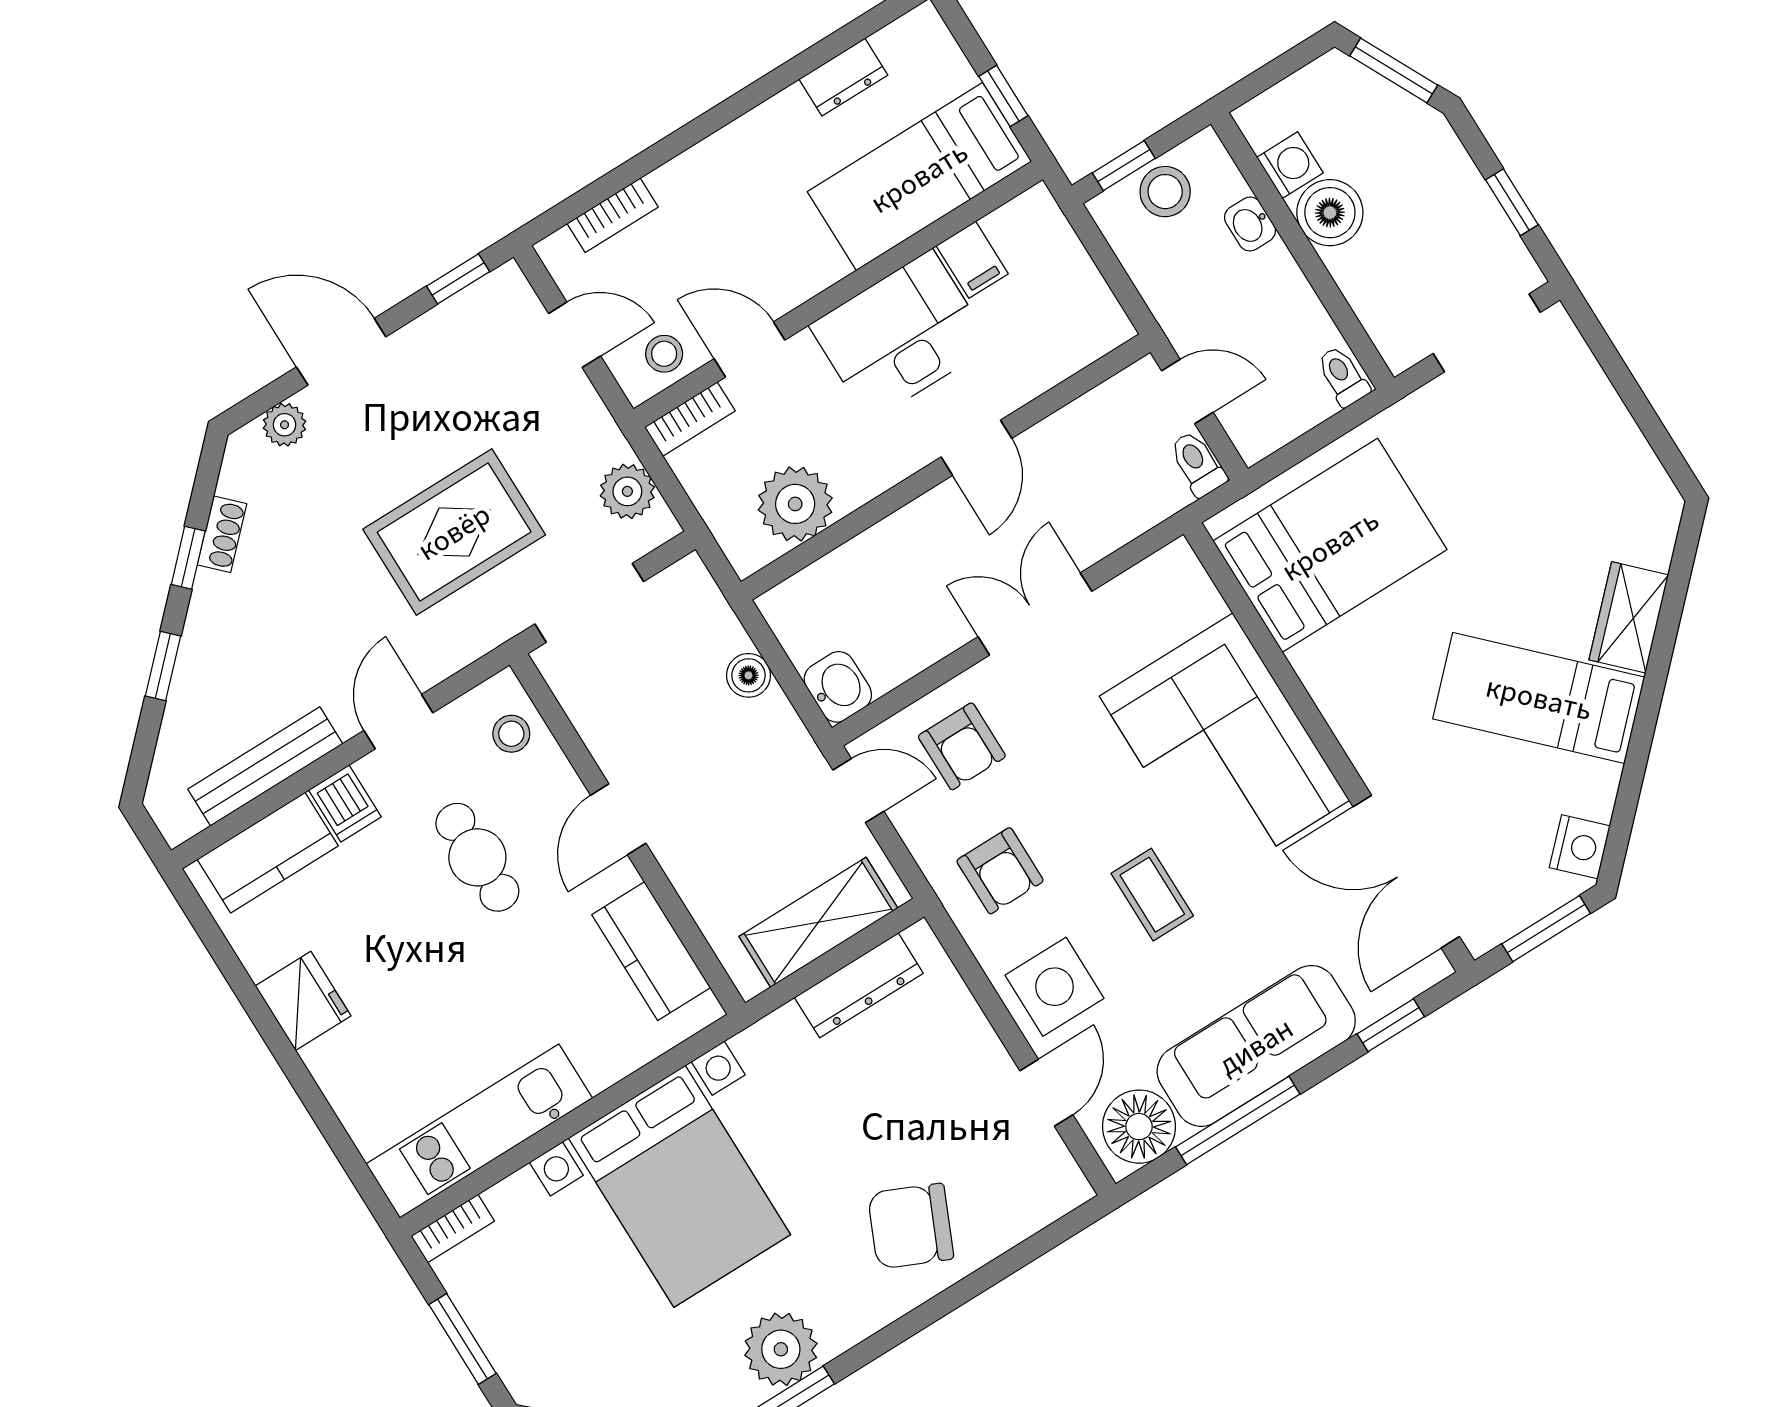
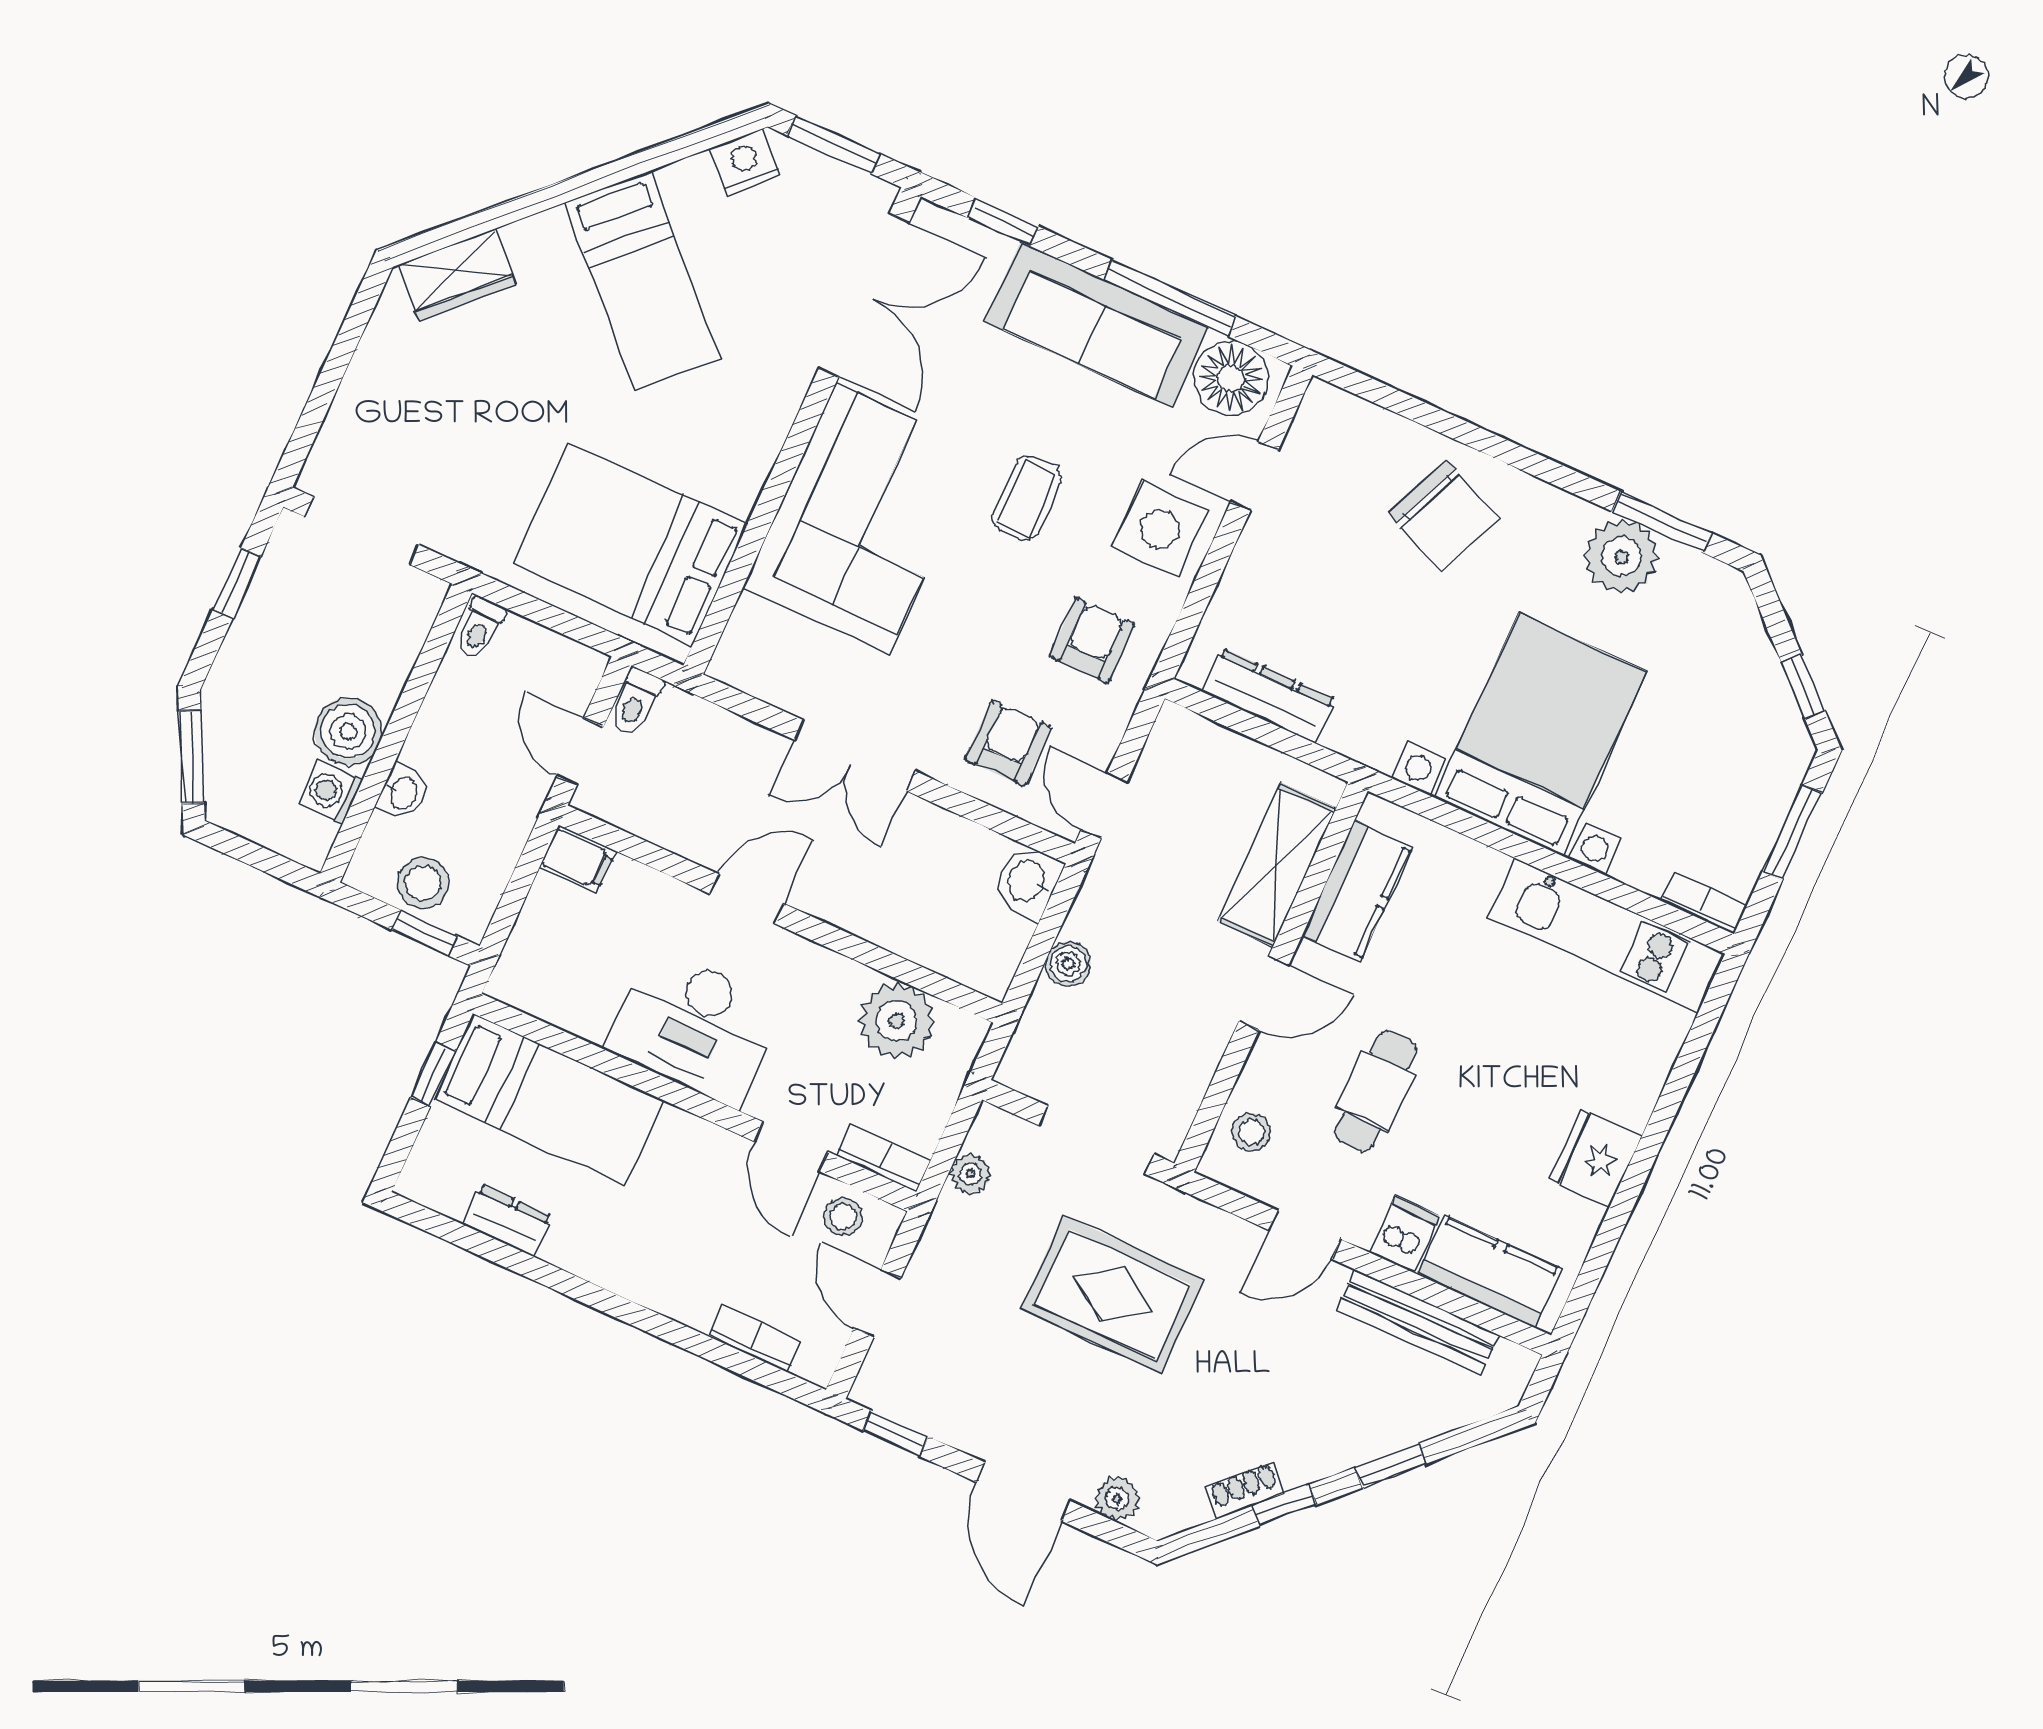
filing cabinet: (972, 260) -> (577, 859), moved, turned 90
plant: (627, 491) -> (970, 1174), width x0.73, depth x0.73
wardrobe: (1629, 617) -> (457, 275), moved
shelving: (818, 922) -> (1277, 865), moved, turned 90

